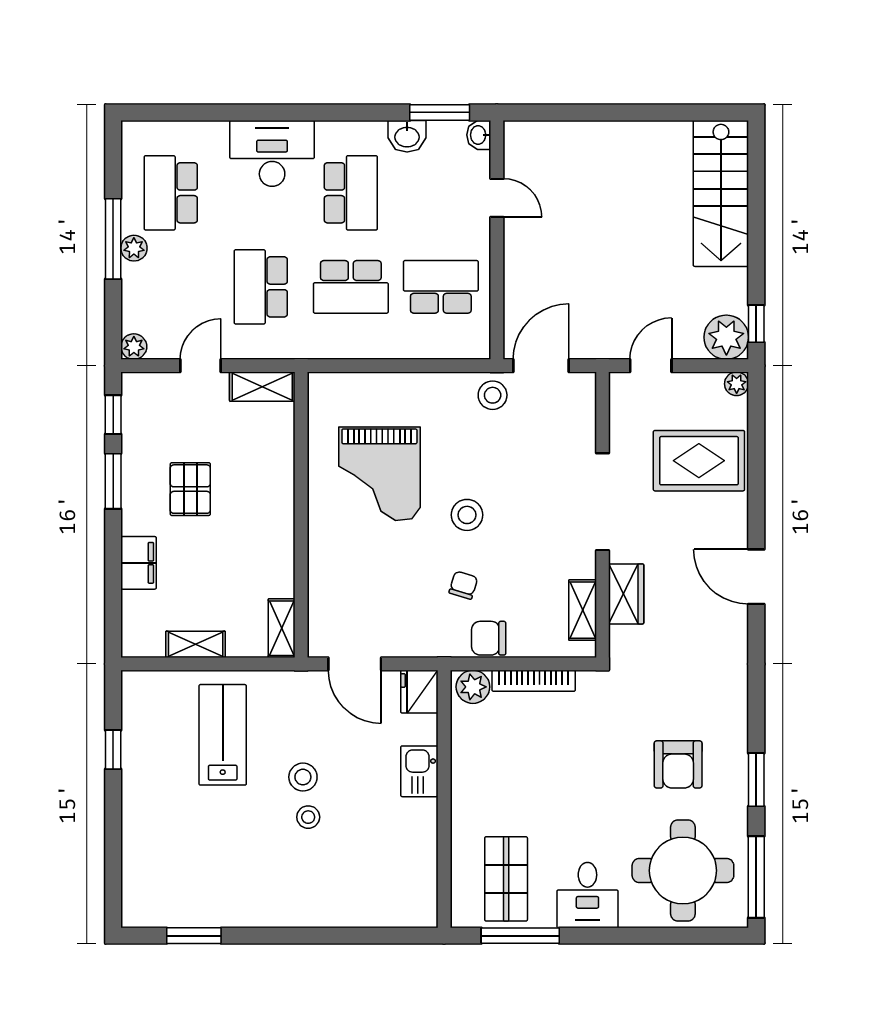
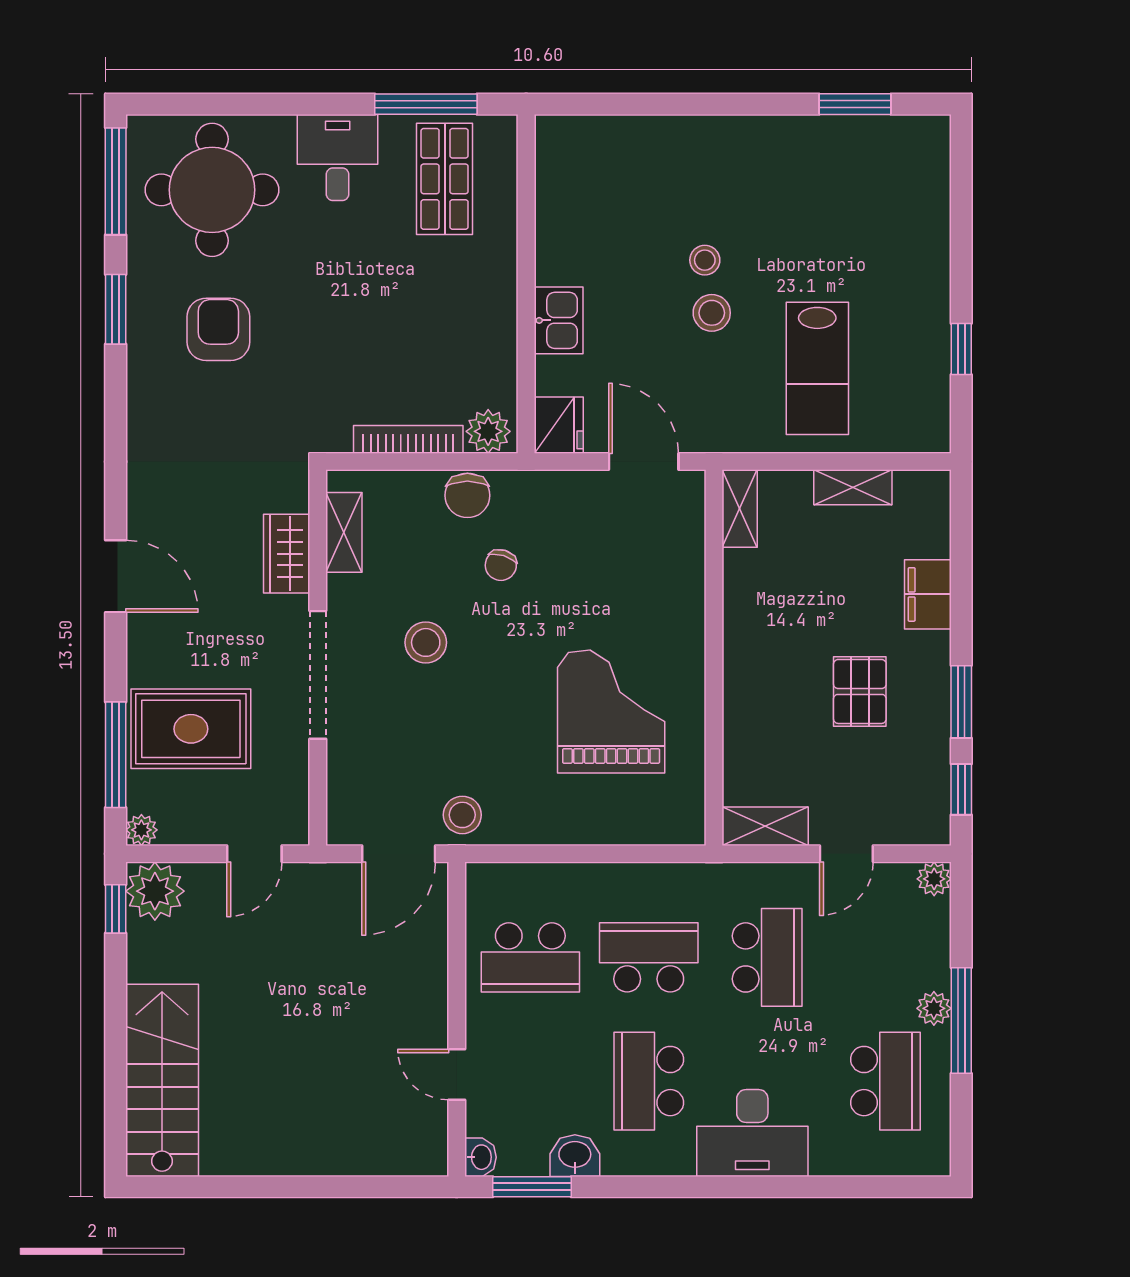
window: (756, 441) -> (116, 755), added
stool: (467, 515) -> (426, 642), moved
chair: (489, 638) -> (467, 495), turned 90

